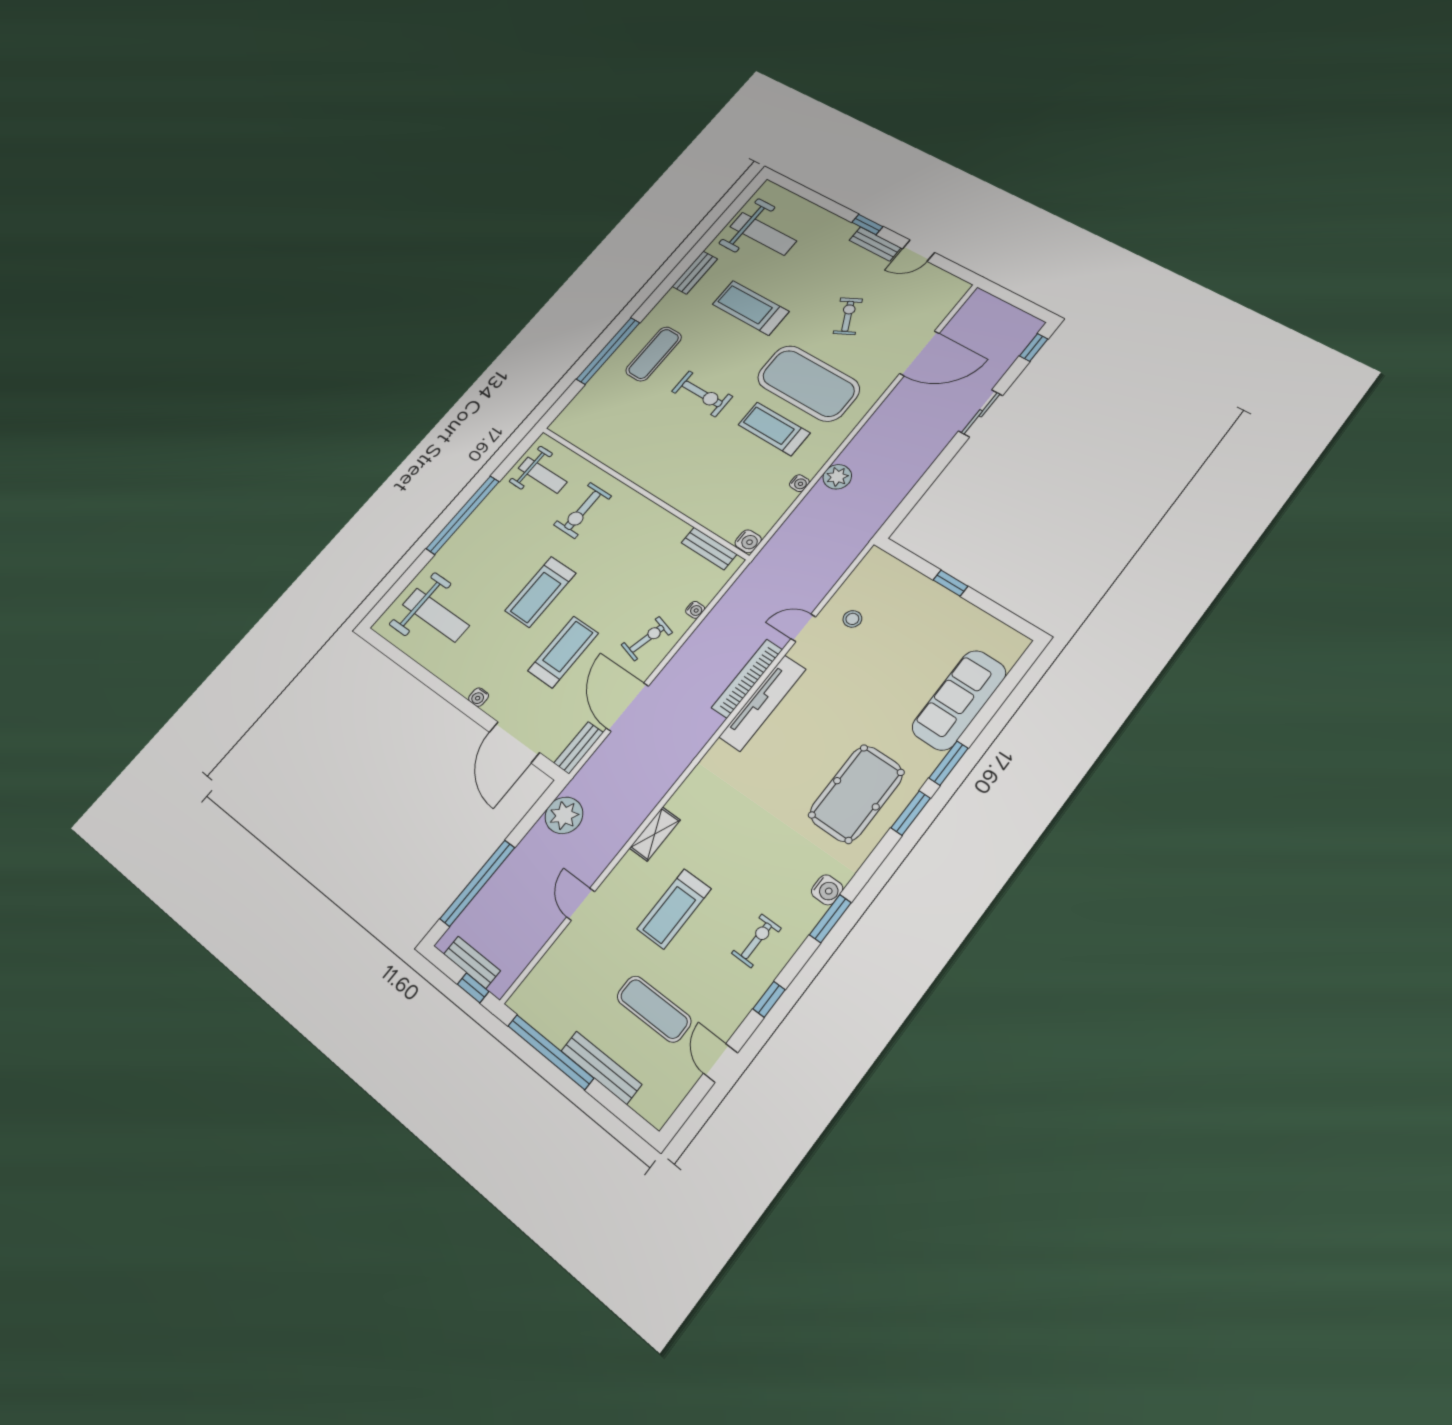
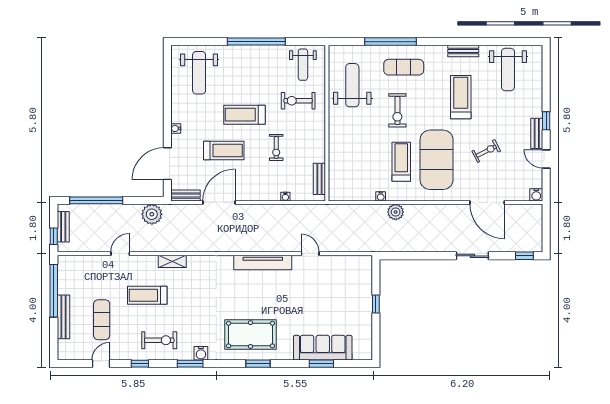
weight bench: (622, 430) -> (352, 85), added
water cooler: (748, 541) -> (536, 195), moved
stool: (852, 619) -> (329, 273), removed
exercise bike: (647, 639) -> (276, 147), moved, turned 75
bookcase: (747, 679) -> (269, 247), removed
window: (949, 763) -> (321, 364), moved
exercise bike: (756, 941) -> (159, 340), width x1.38, depth x1.39

